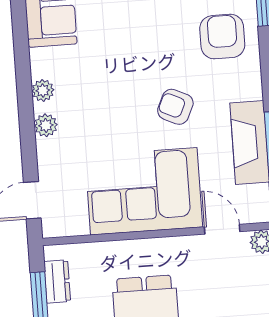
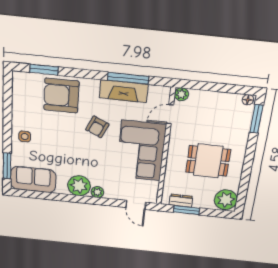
armchair: (222, 37) -> (61, 96), width x1.36, depth x1.36
plant: (43, 90) -> (79, 186), width x1.88, depth x1.88

